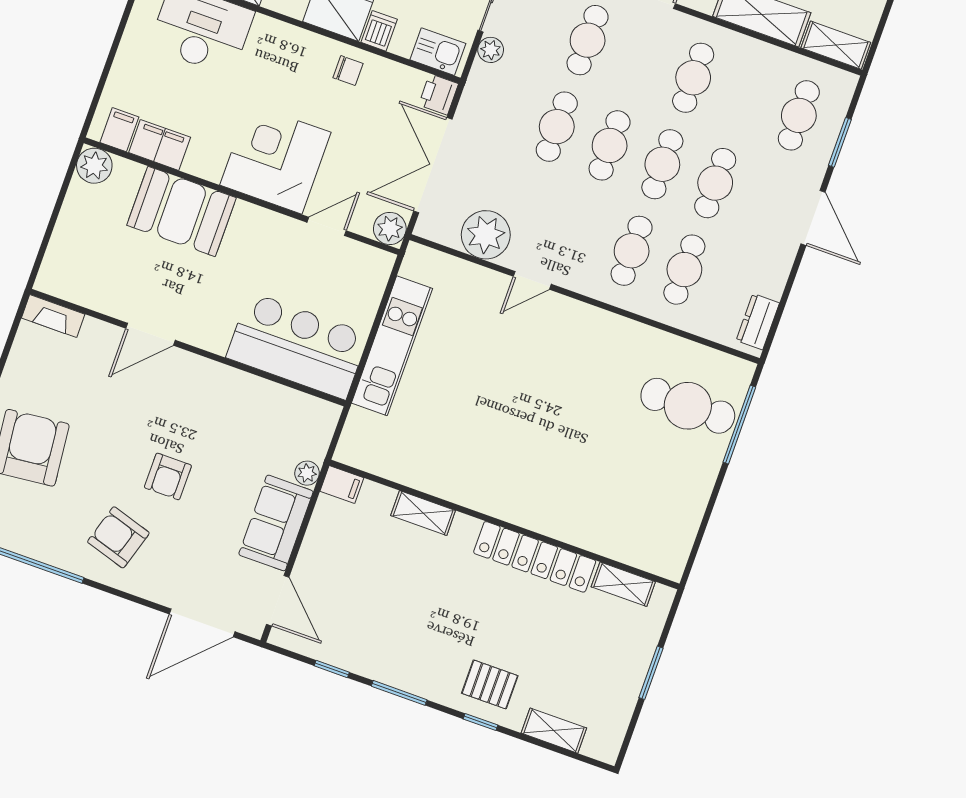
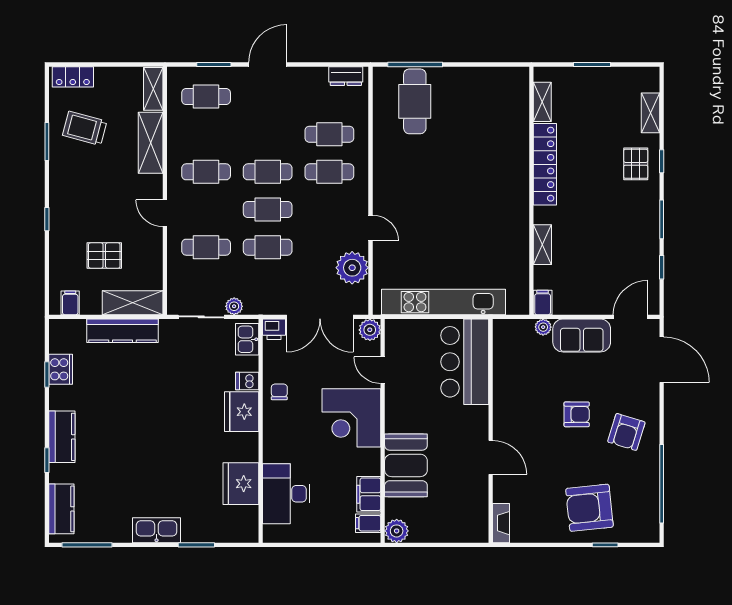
cafe table: (715, 183) -> (268, 134), removed
kitchen unit: (392, 346) -> (443, 302), width x1.36

